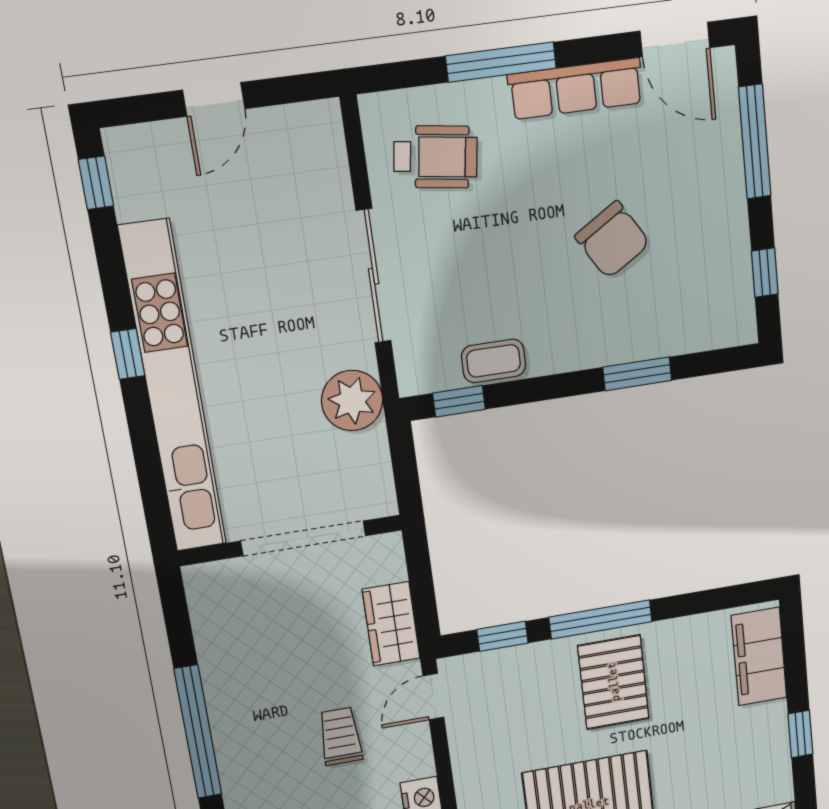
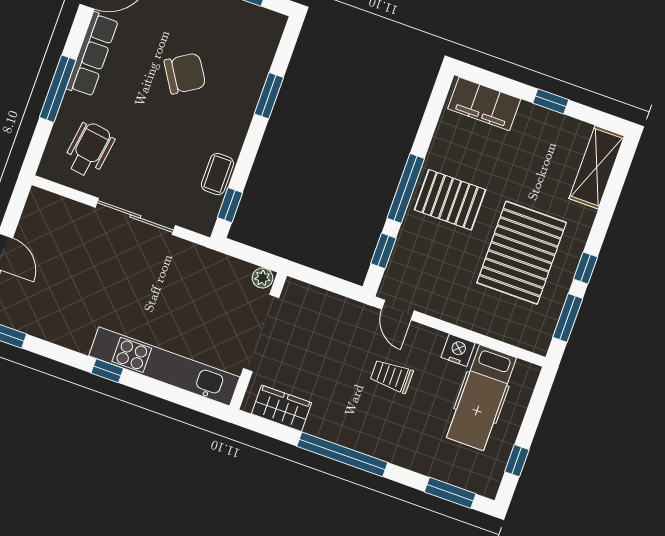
kitchen unit: (173, 389) -> (164, 366), width x0.73
plant: (352, 401) -> (262, 278), moved, width x0.53, depth x0.53
wardrobe: (391, 624) -> (282, 408), moved, turned 180

